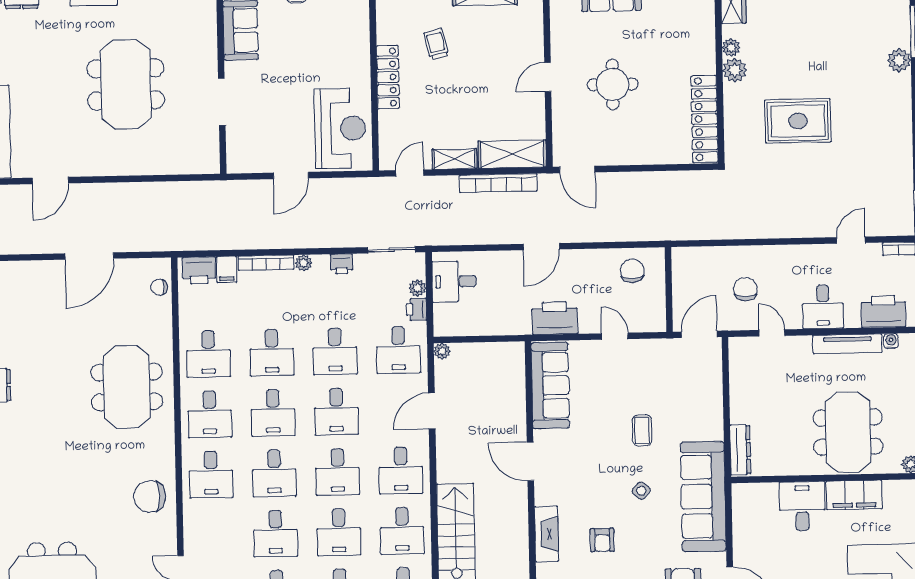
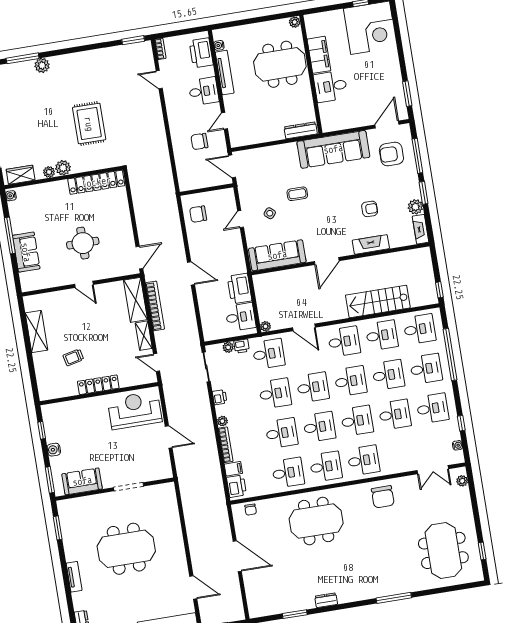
desk: (454, 281) -> (241, 317), moved, turned -90
printer: (555, 318) -> (240, 289), moved
side table: (641, 491) -> (270, 213), moved

